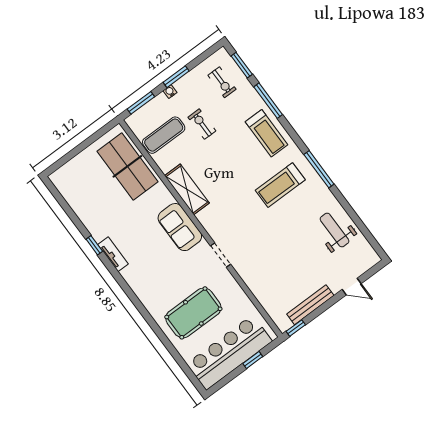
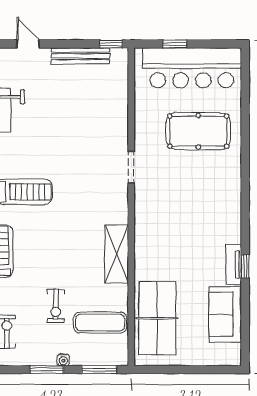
sofa: (180, 227) -> (225, 314), moved, turned 180
tv unit: (113, 254) -> (233, 265), moved

